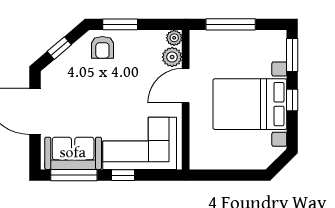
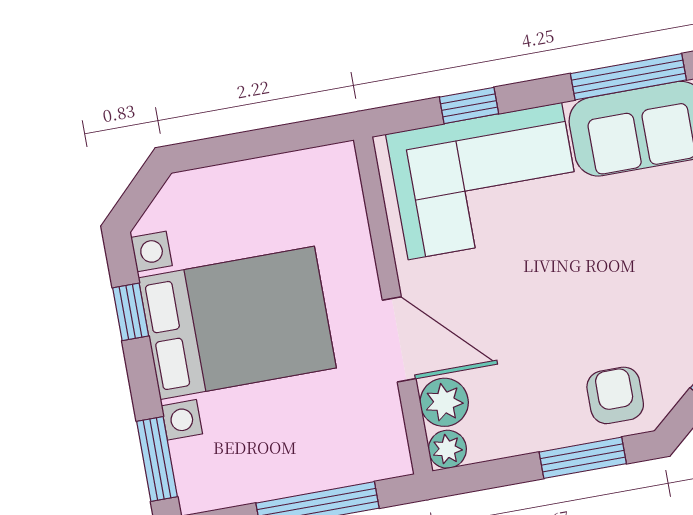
door: (186, 86) -> (399, 339), hinge flipped
window: (292, 100) -> (131, 312), moved
window: (123, 175) -> (469, 105), moved

